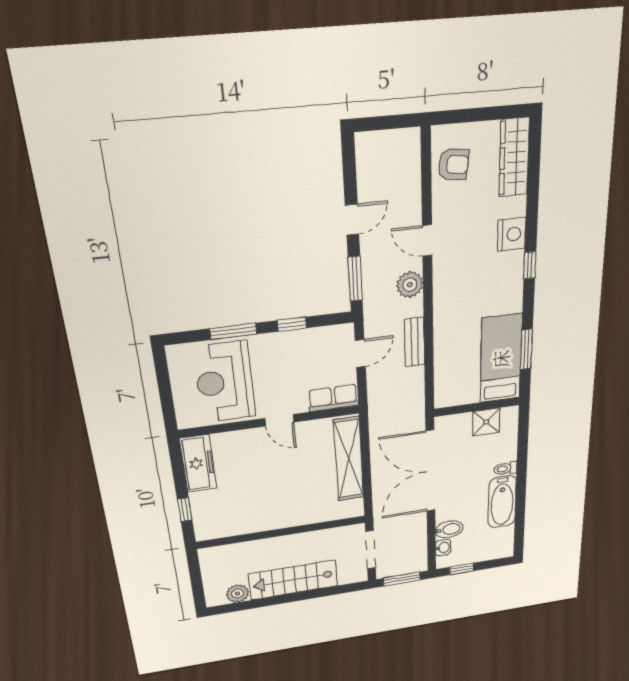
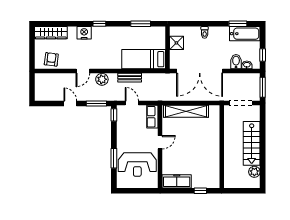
window: (292, 324) -> (114, 115), moved
bed: (501, 359) -> (144, 59), moved
bathtub: (502, 502) -> (245, 34), moved
window: (520, 521) -> (238, 24), added

